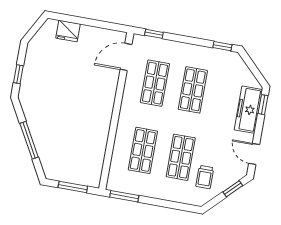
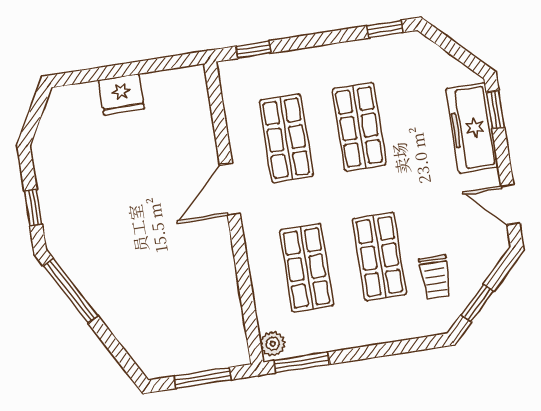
fridge: (68, 31) -> (122, 94), moved
door: (126, 57) -> (230, 189), moved
window: (29, 140) -> (71, 291), moved
plant: (113, 182) -> (273, 344), added
window: (233, 189) -> (477, 303), moved

